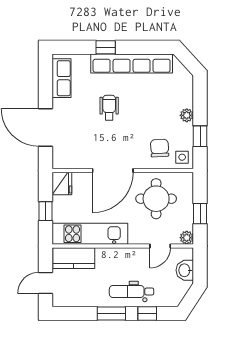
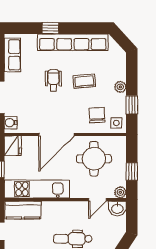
coffee table: (145, 109) -> (84, 81), added
water cooler: (59, 157) -> (11, 123), added
washbasin: (185, 270) -> (117, 208), moved, turned -90

